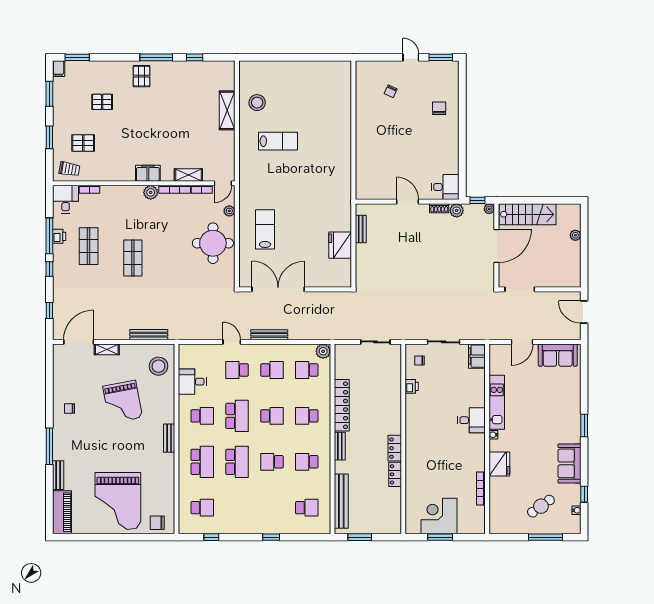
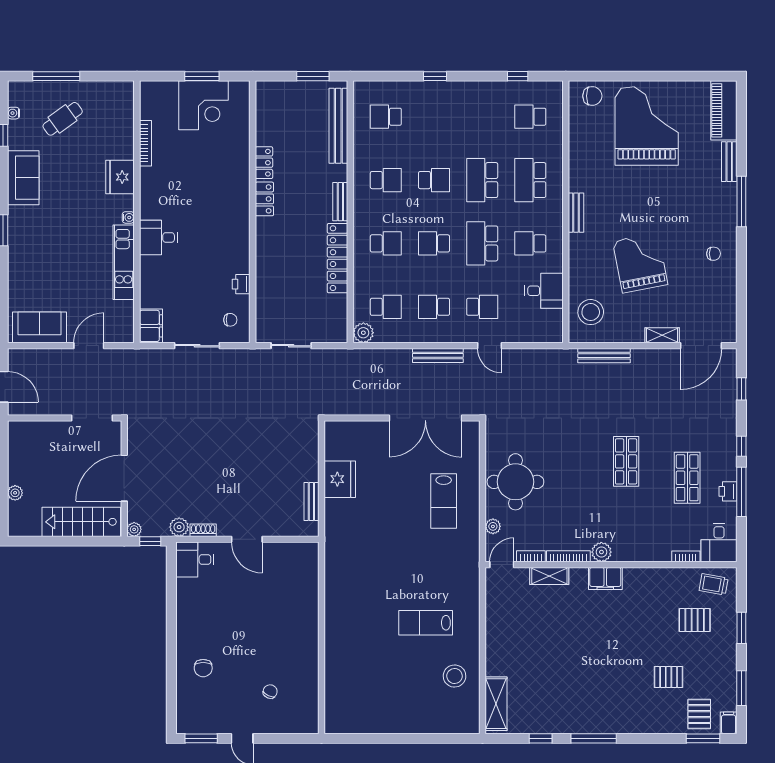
pallet: (142, 76) -> (699, 714), moved
shelving: (227, 110) -> (496, 704), moved

